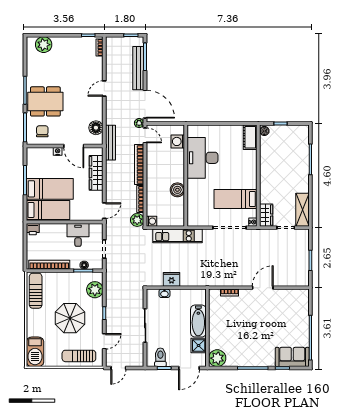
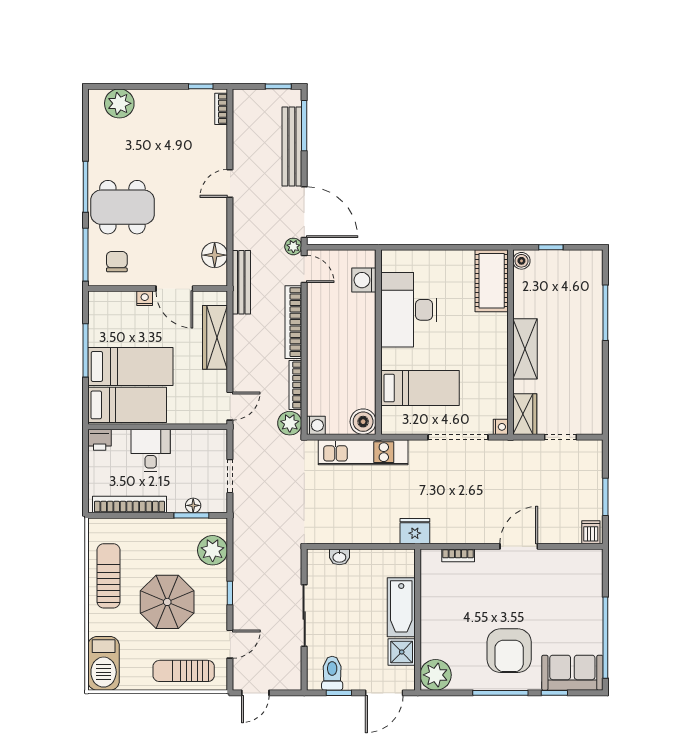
cot: (250, 137) -> (492, 281), width x1.37, depth x1.34
boiler: (177, 190) -> (363, 422), moved
bed: (235, 199) -> (420, 388), moved, turned 180
shelving: (302, 210) -> (525, 349), moved
desk: (78, 235) -> (151, 450), moved
fridge: (172, 279) -> (415, 531), moved
dishwasher: (302, 280) -> (591, 532), added
sun lounger: (36, 291) -> (109, 576), moved
armchair: (258, 345) -> (509, 651), added

